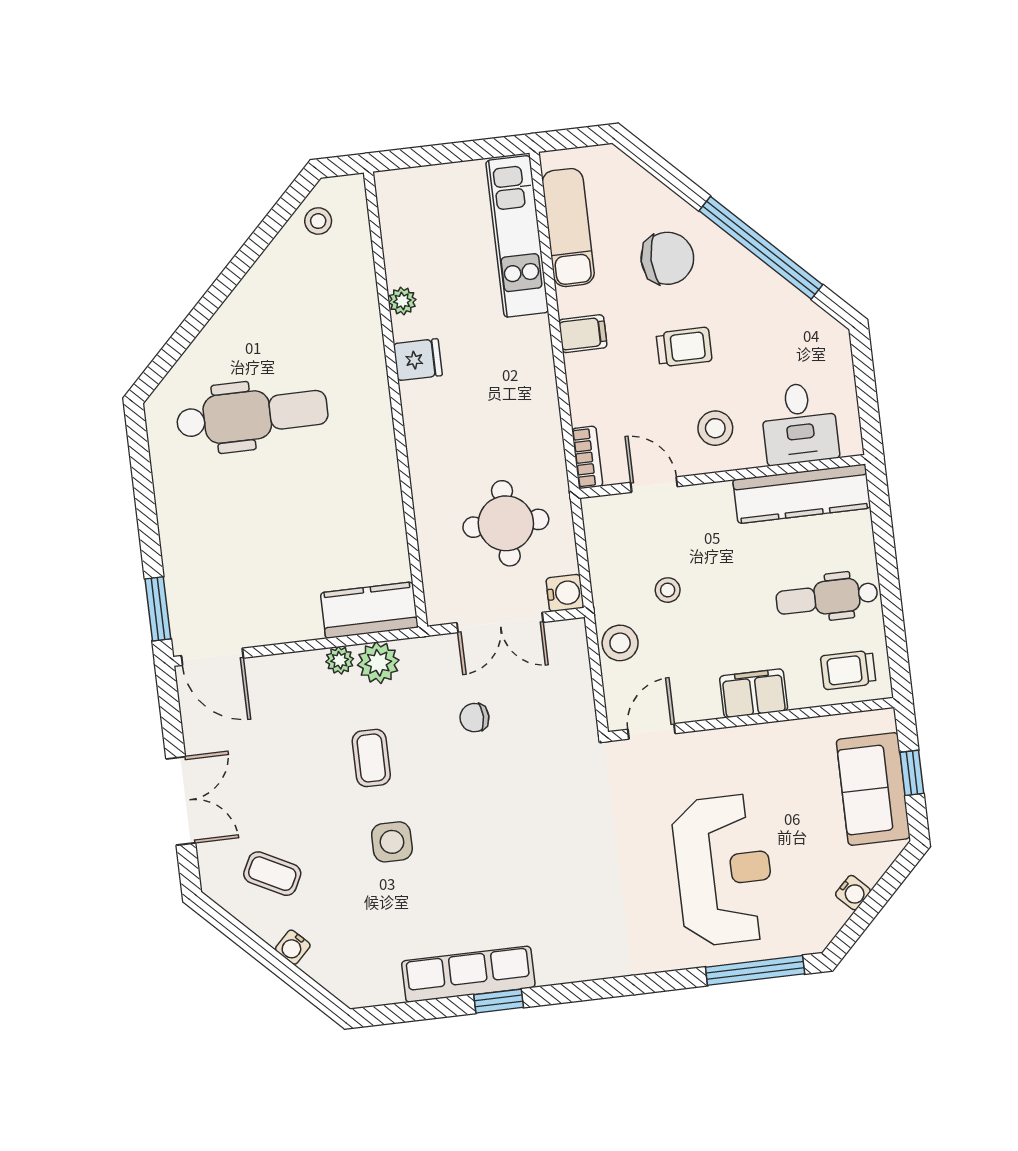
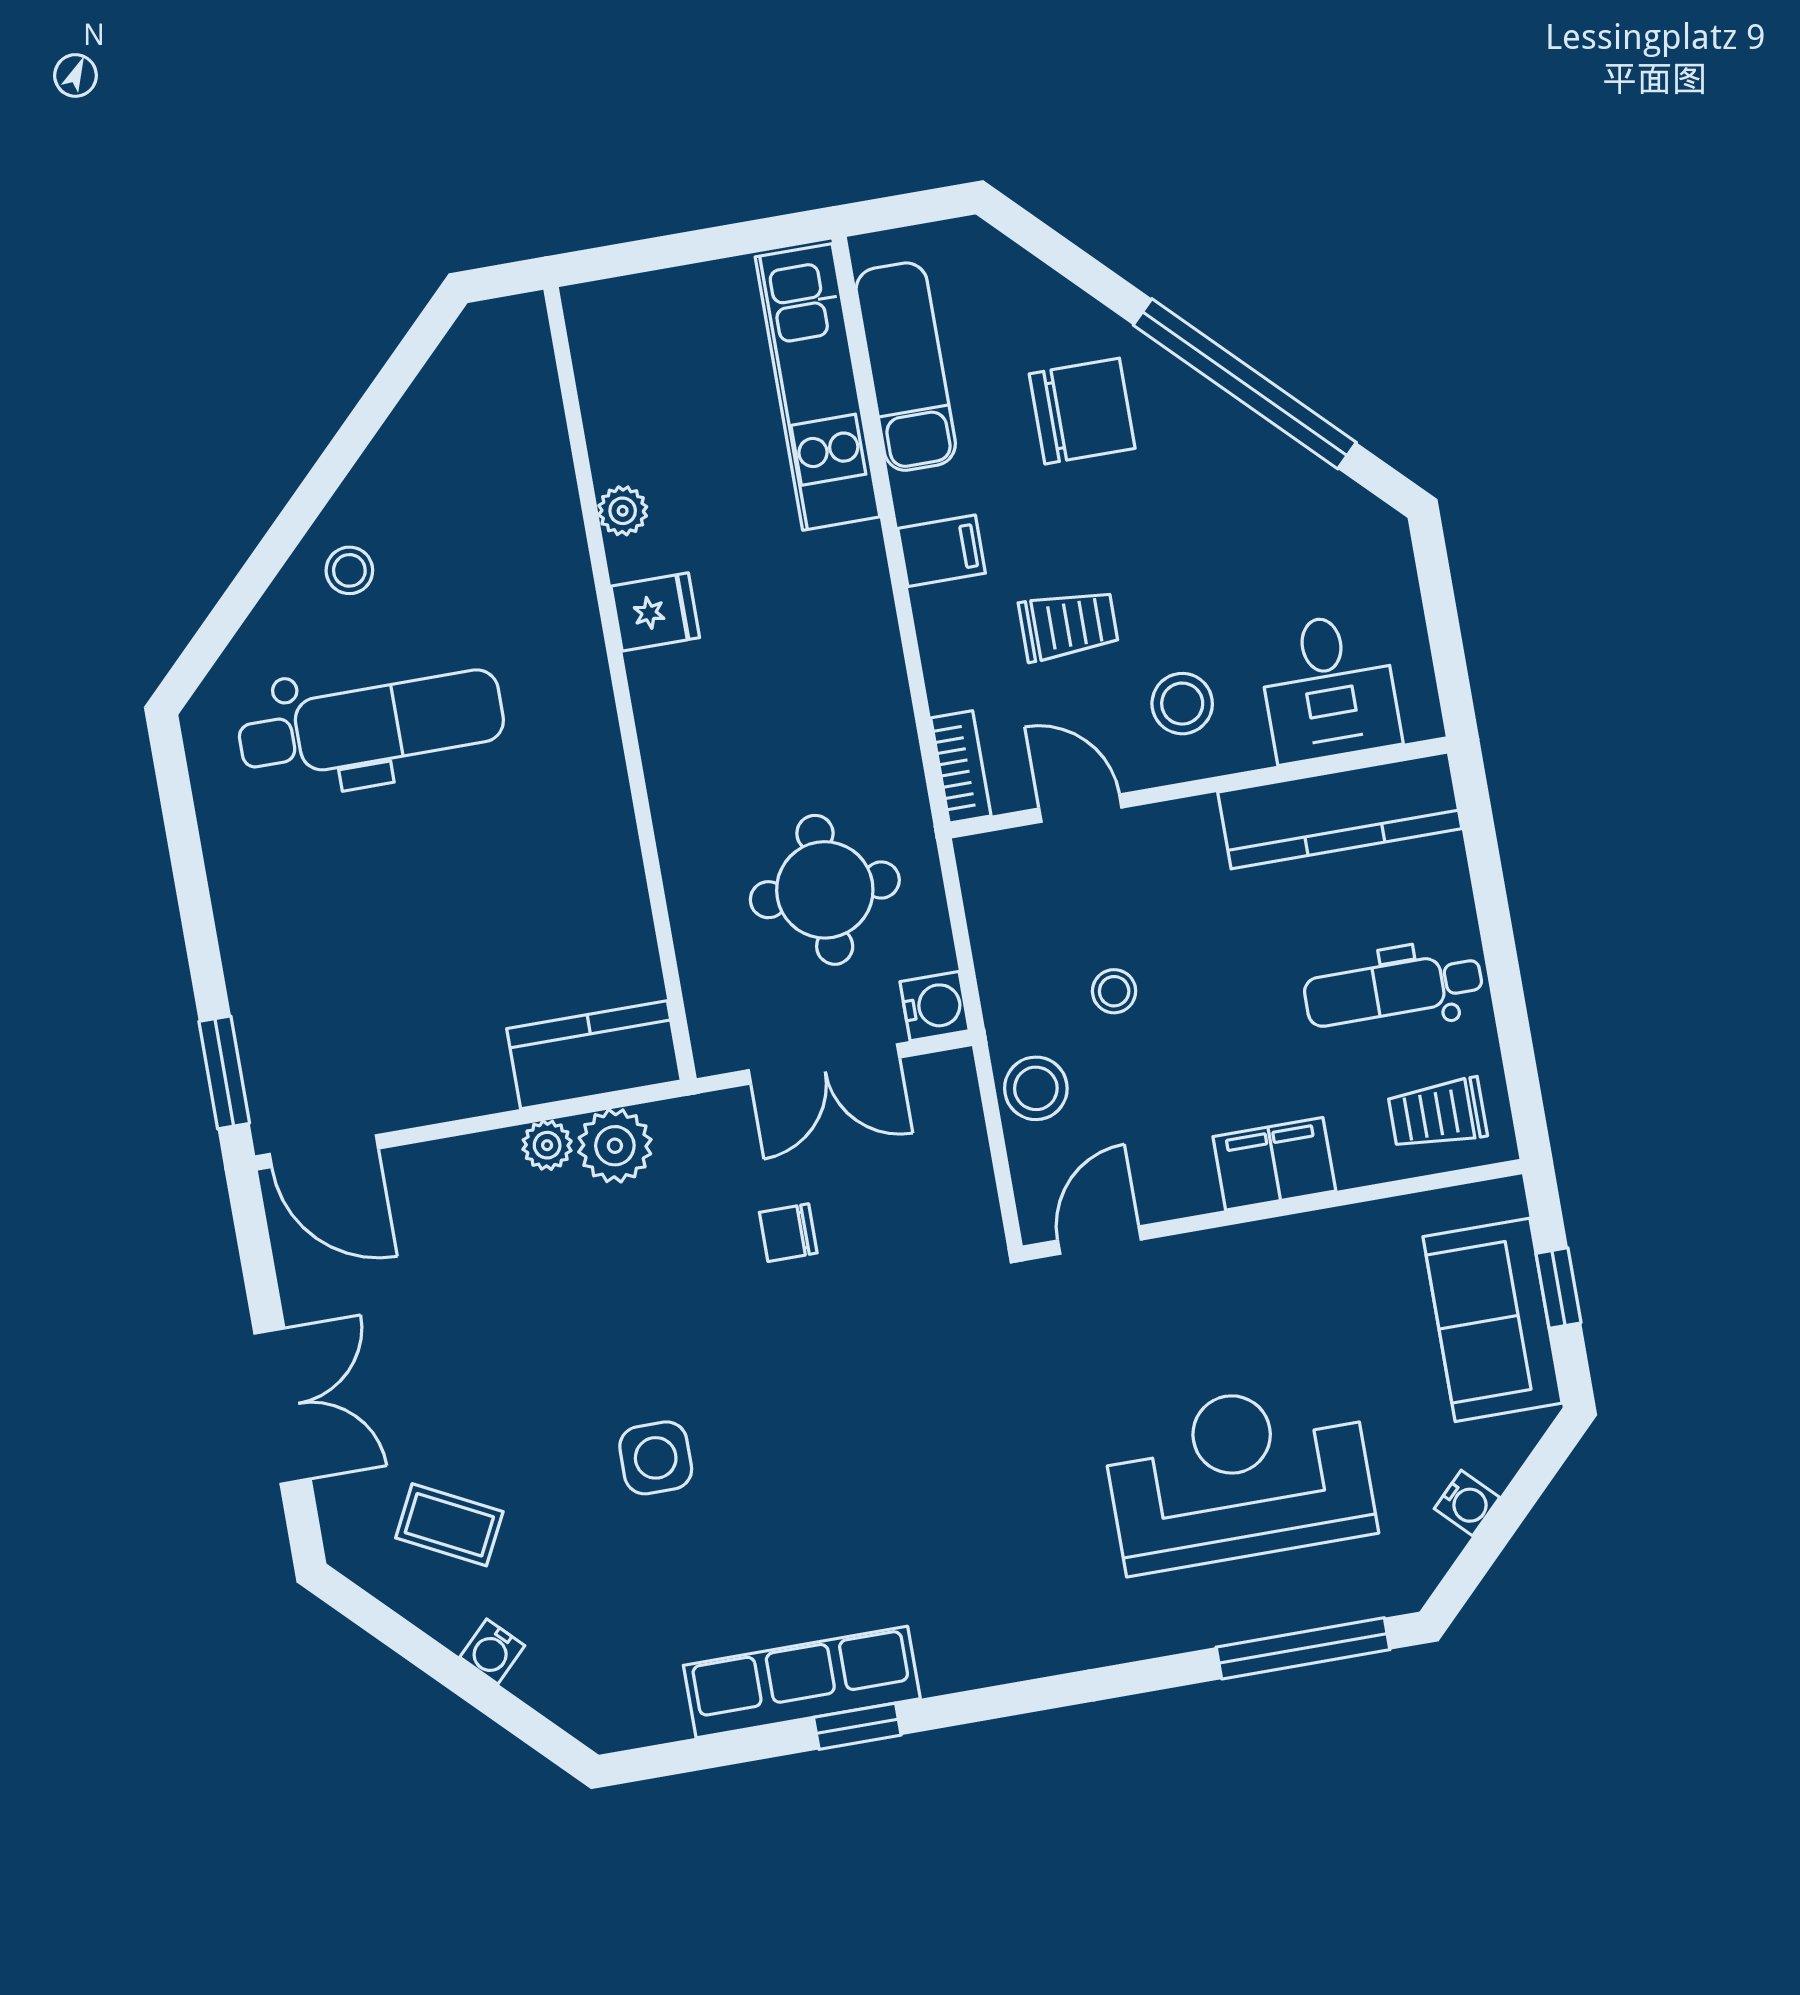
stool: (318, 221) -> (349, 570), moved
trolley: (684, 347) -> (1068, 625), moved
coffee table: (371, 758) -> (612, 1313), removed
reception desk: (724, 870) -> (1239, 1476), turned -90

